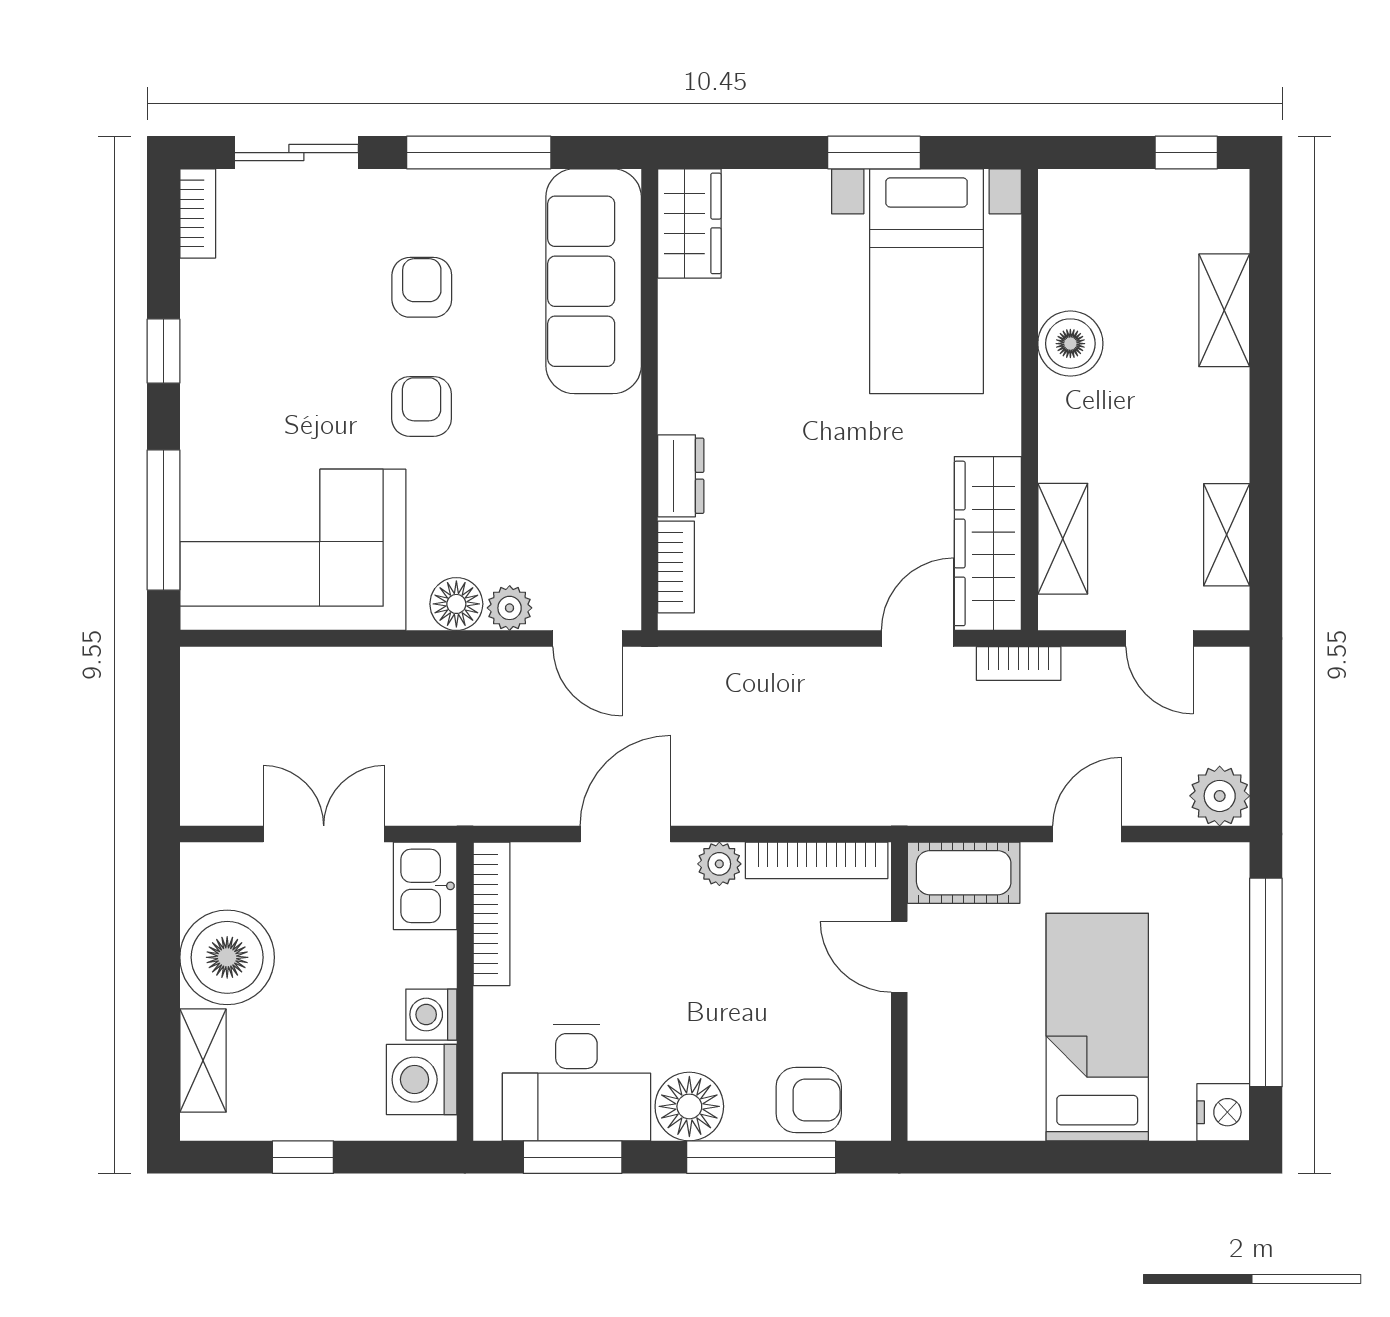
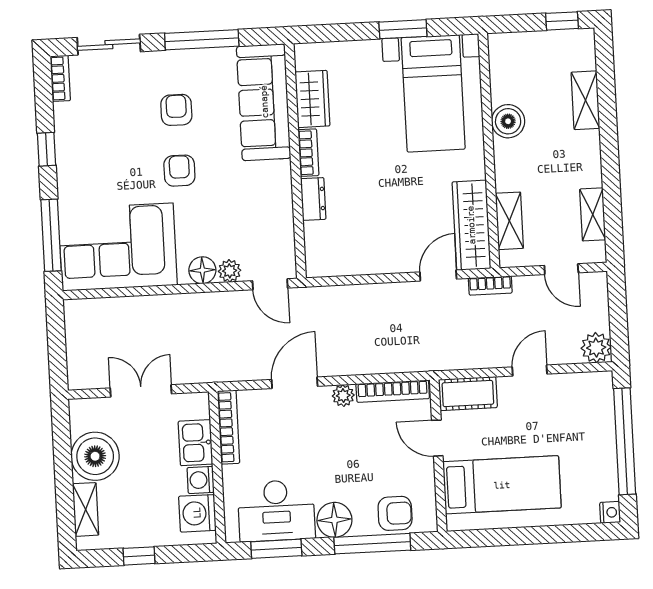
wardrobe: (689, 223) -> (312, 99), moved
bookcase: (676, 567) -> (308, 153), moved
kitchen sink: (425, 886) -> (195, 443), moved
bed: (1097, 1027) -> (502, 485), moved, turned 90
nightstand: (1223, 1112) -> (610, 512), width x0.72, depth x0.74

